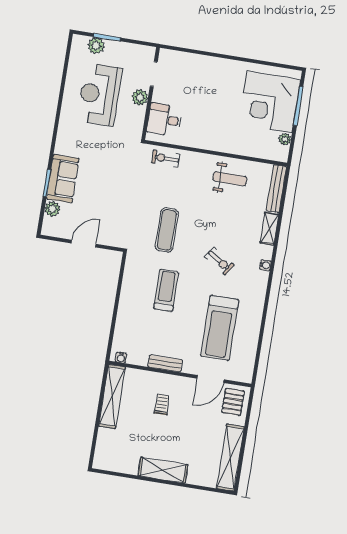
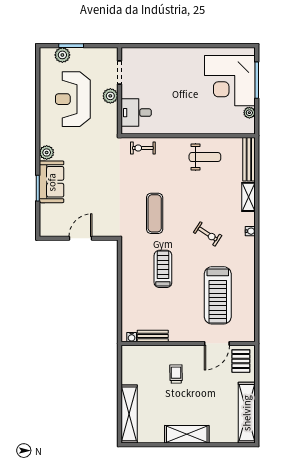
plant: (52, 209) -> (47, 152), moved
bench: (165, 363) -> (153, 336), moved
shelving: (112, 397) -> (129, 414), moved

